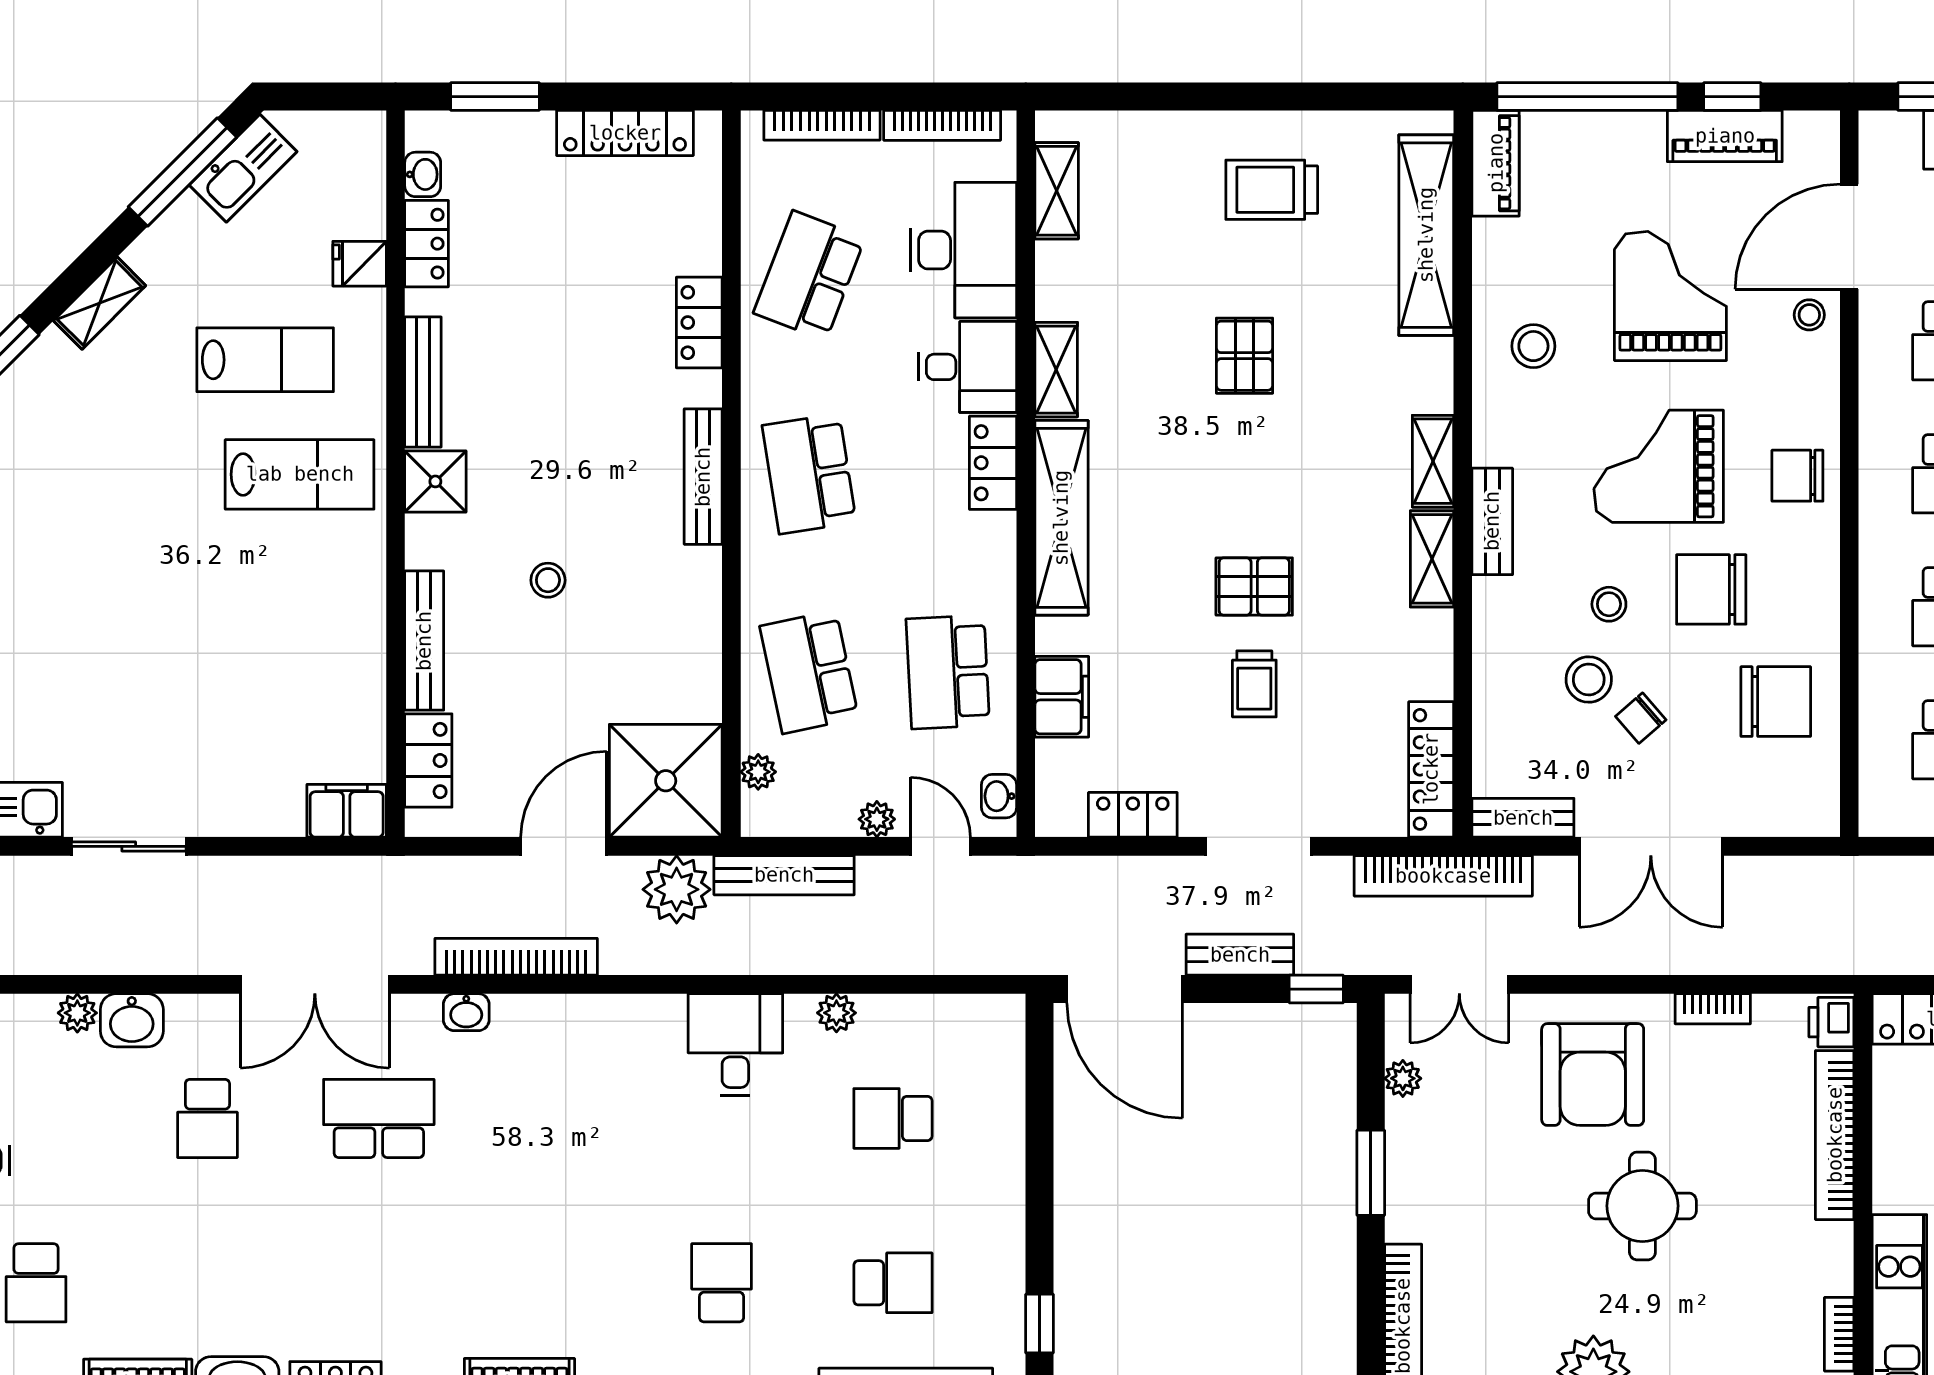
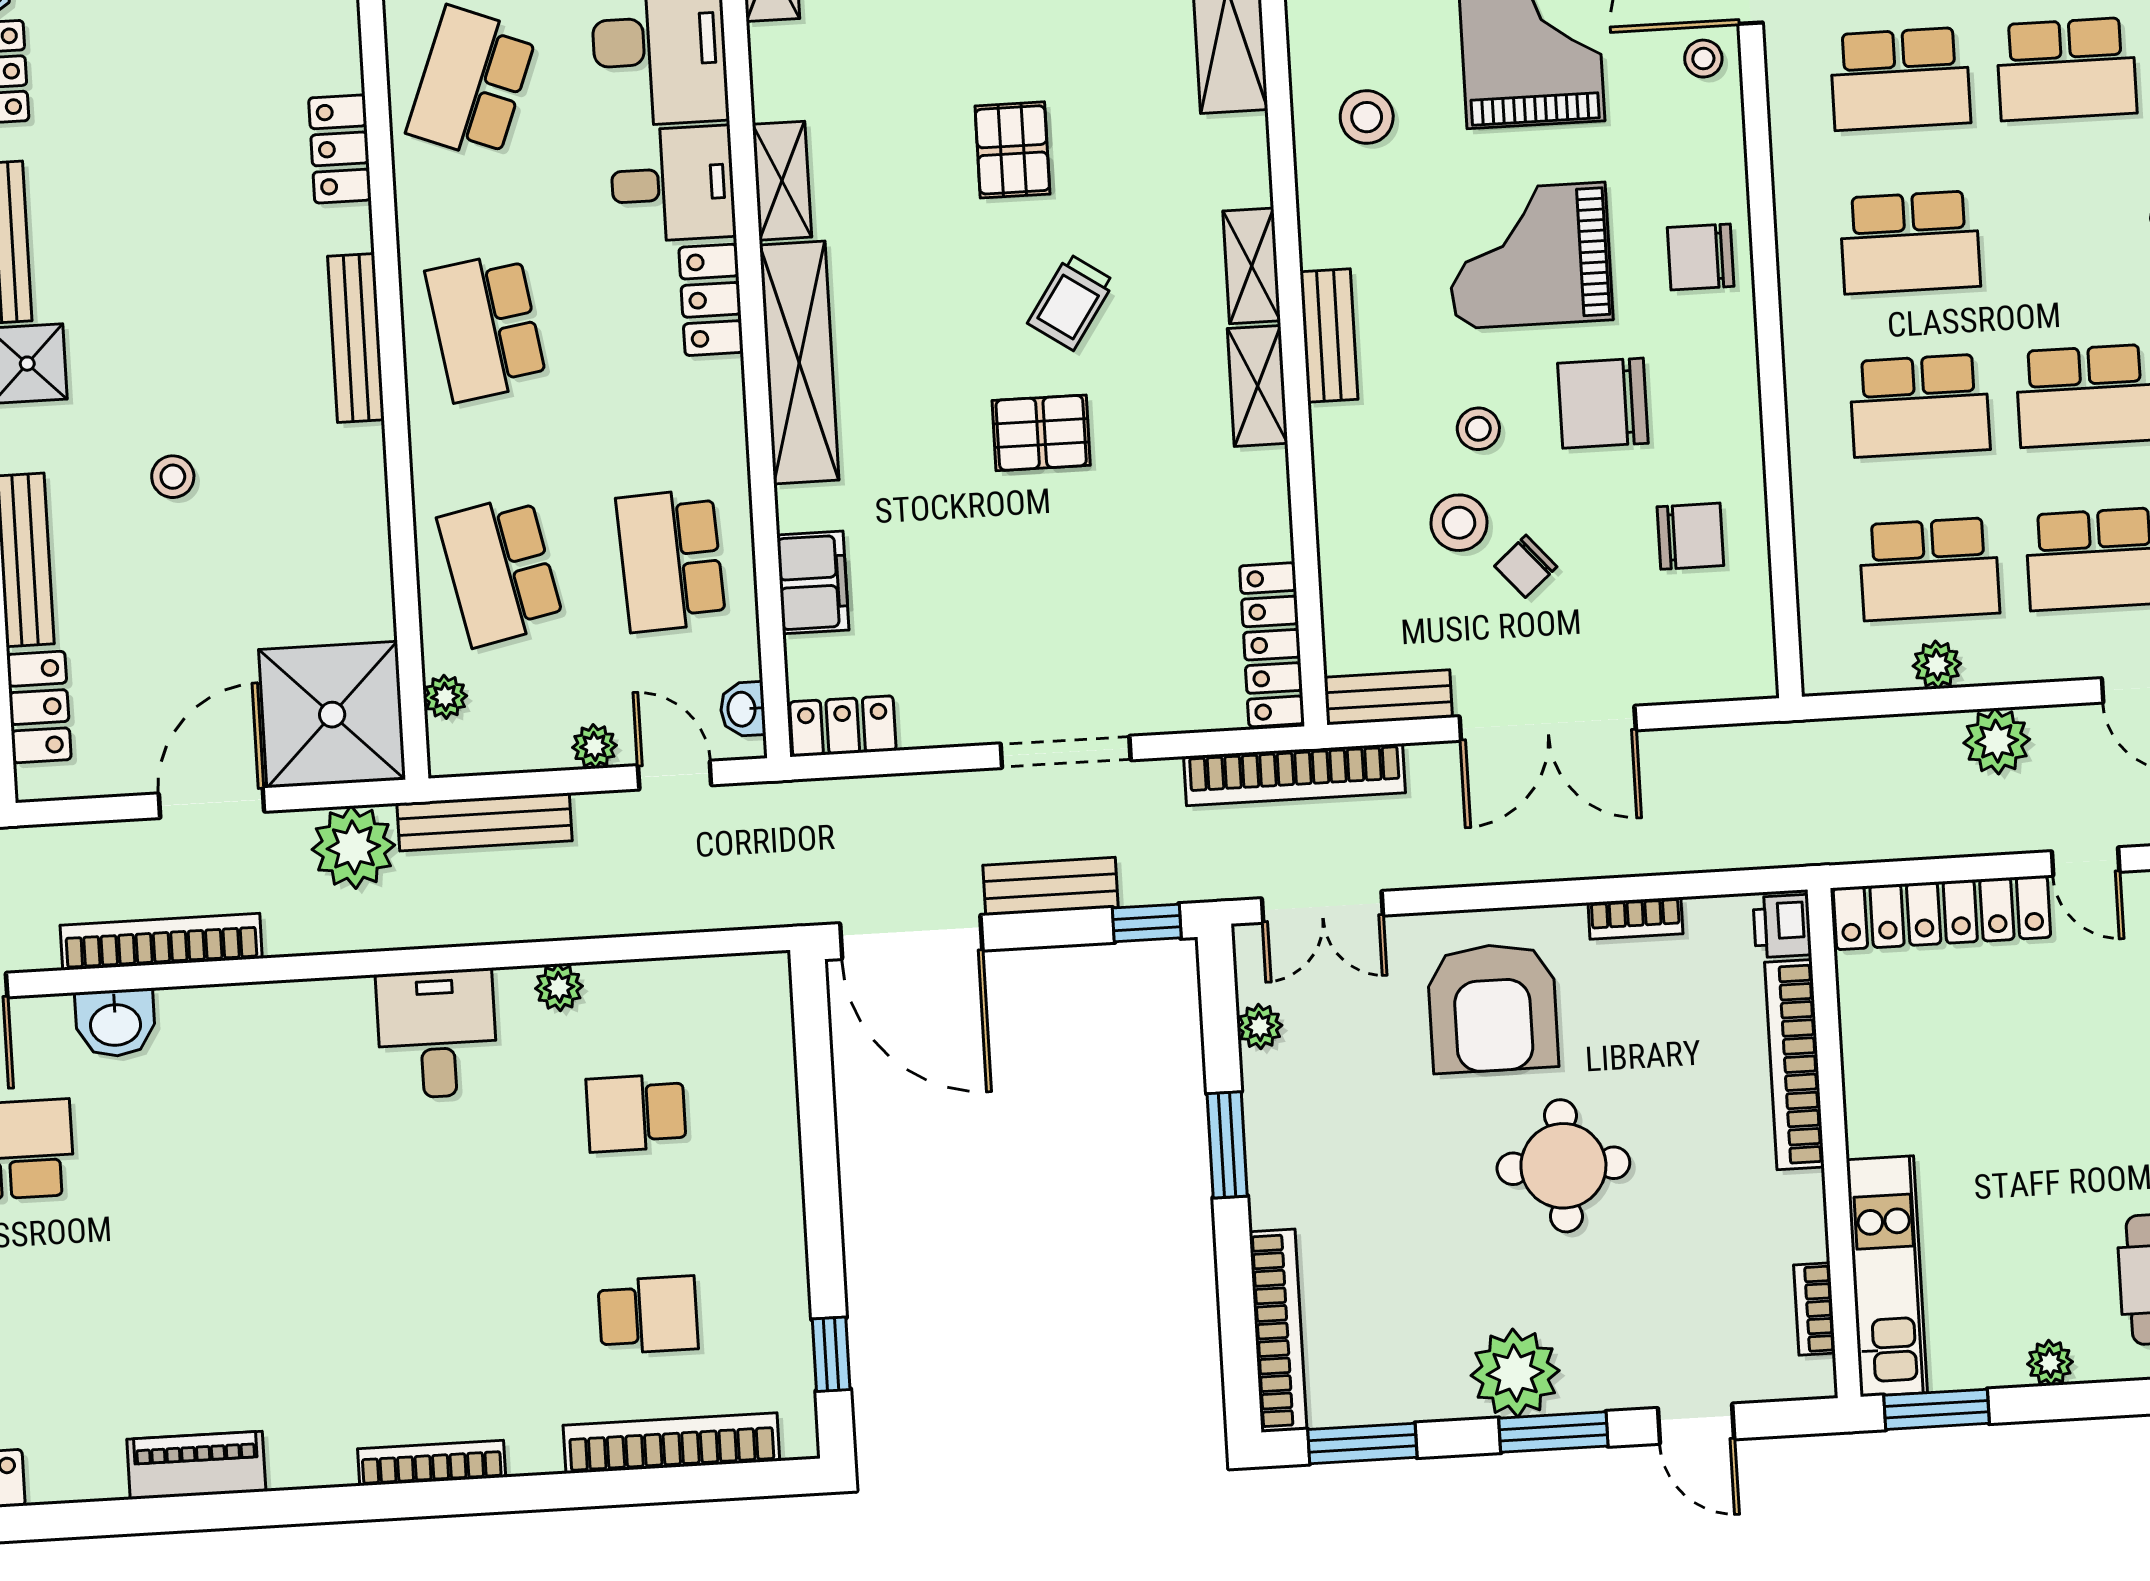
trolley: (1254, 684) -> (1071, 302), moved, turned 34
chair: (1776, 702) -> (1690, 536), width x0.73, depth x0.73
locker: (1133, 815) -> (843, 726), moved
washbasin: (466, 1012) -> (115, 1023), width x1.38, depth x1.45
school desk: (722, 1283) -> (437, 1327), removed

